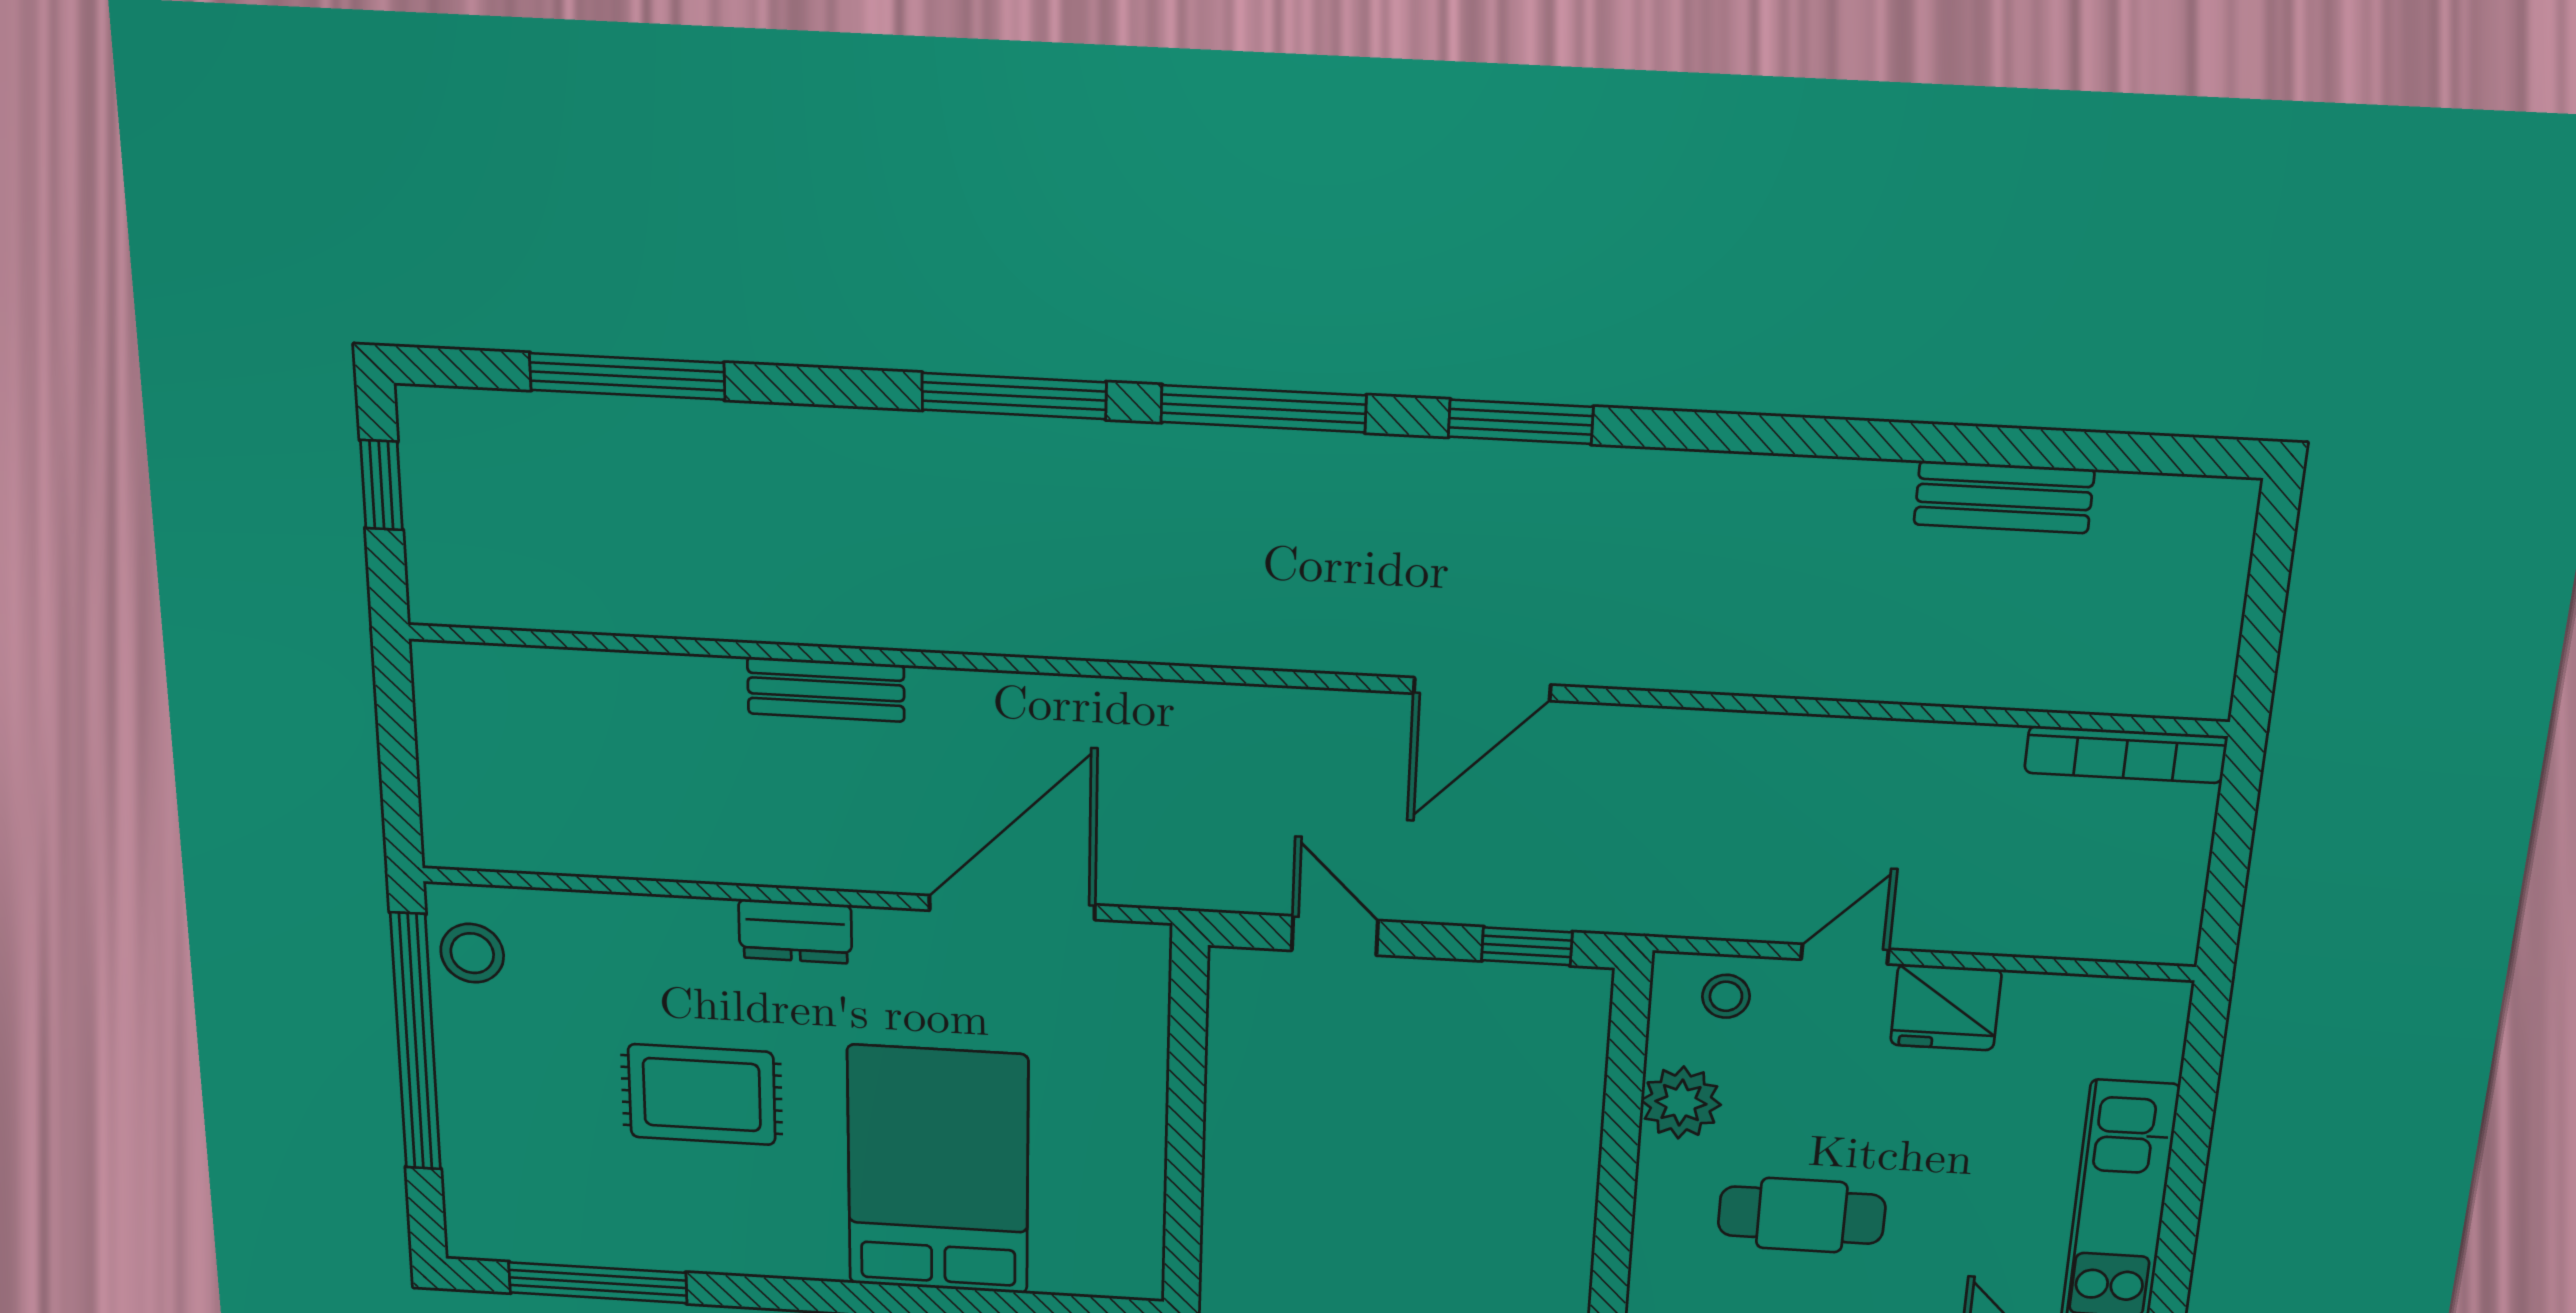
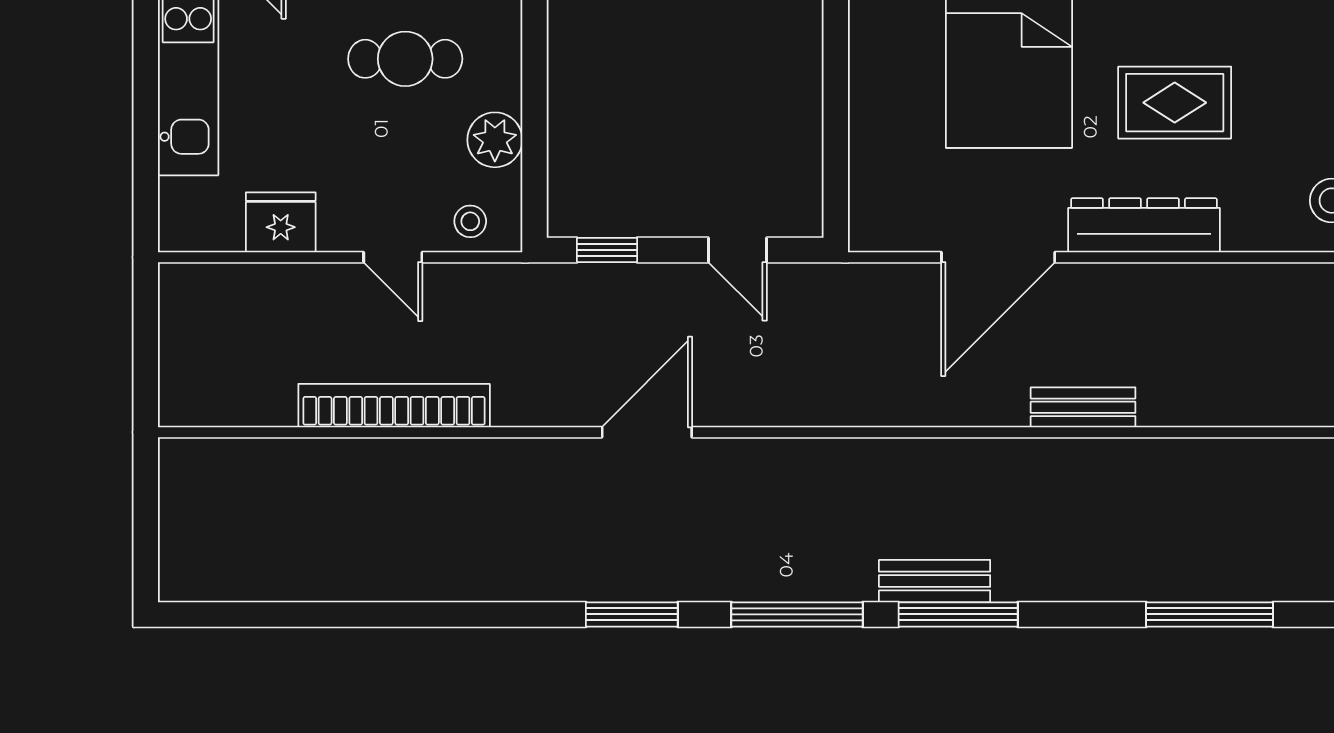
bench: (2004, 497) -> (935, 581), moved
bookcase: (2126, 754) -> (394, 406), moved, width x1.48, depth x1.31
door: (1012, 908) -> (998, 257), moved
dresser: (795, 931) -> (1144, 225), width x1.96, depth x1.24
door: (1845, 954) -> (393, 257), hinge flipped
fridge: (1946, 1007) -> (281, 222), moved

